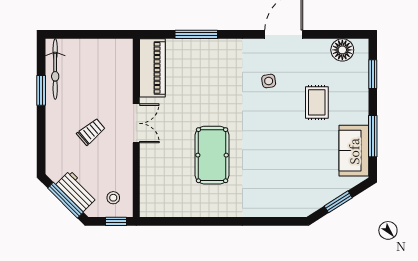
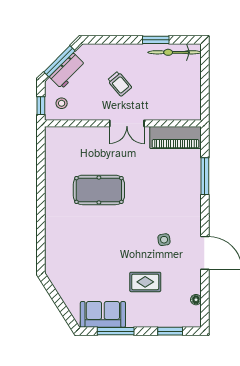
floor lamp: (342, 50) -> (196, 300), width x0.53, depth x0.53
window: (338, 202) -> (58, 301), removed

